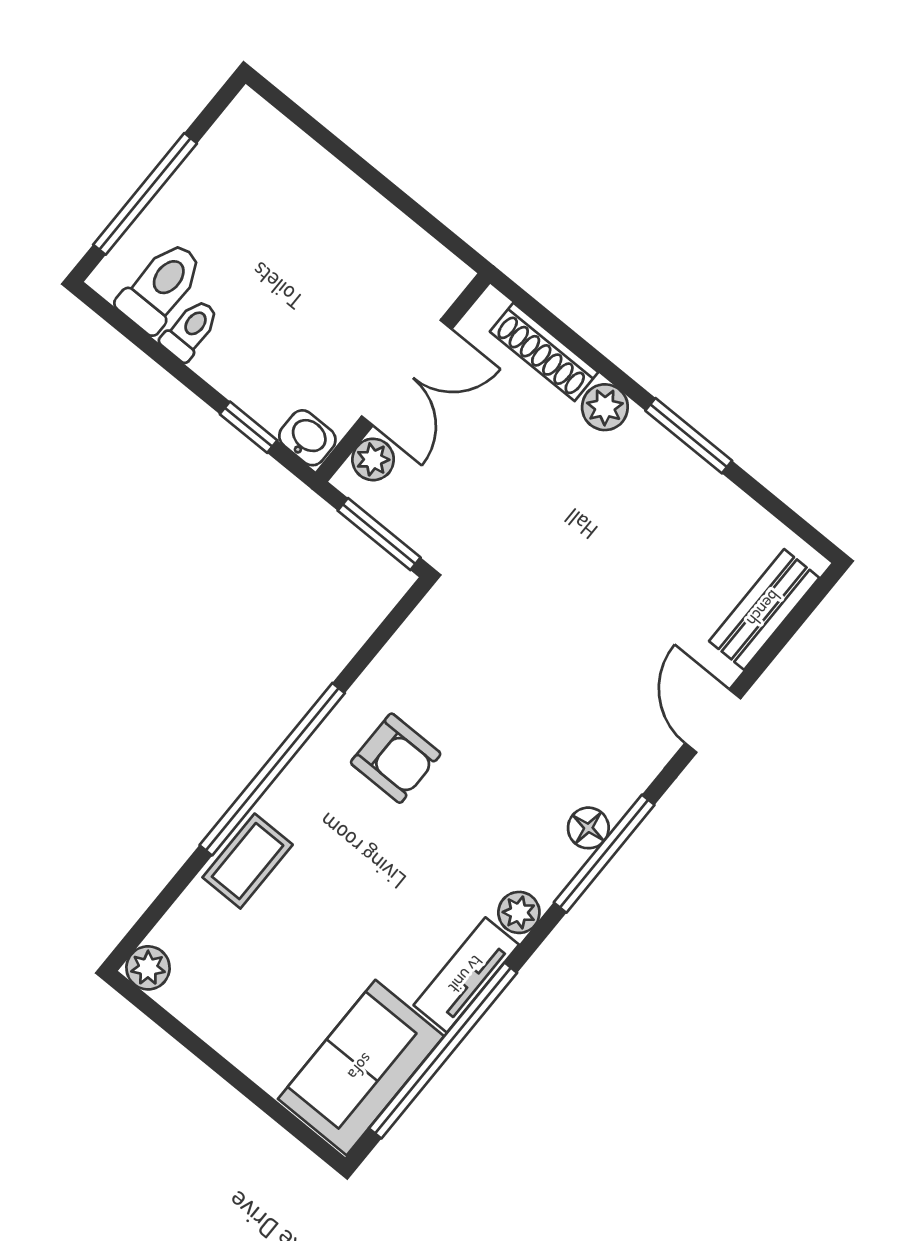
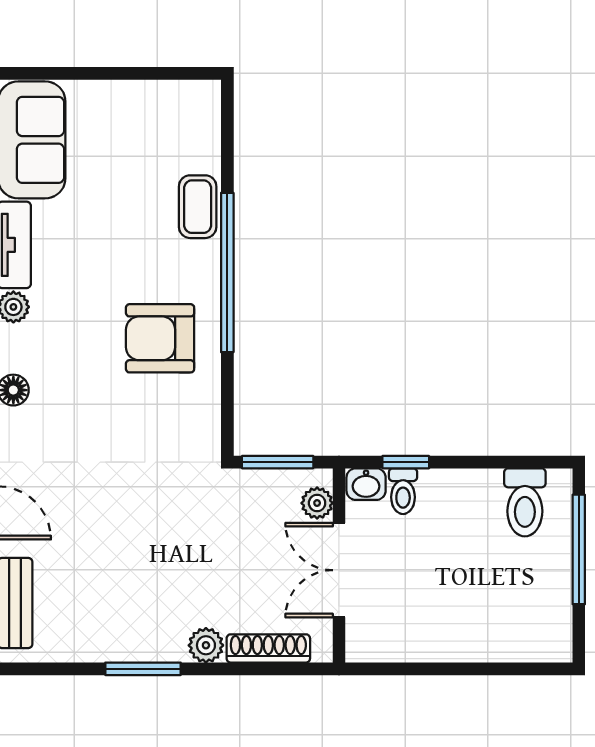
toilet: (190, 330) -> (403, 491), moved
armchair: (396, 758) -> (160, 338), width x1.38, depth x1.38
plant: (148, 968) -> (205, 96), removed

